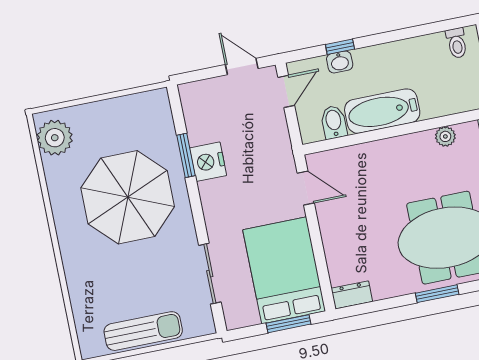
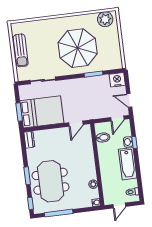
door: (242, 67) -> (129, 100), swing flipped
door: (286, 91) -> (117, 118), hinge flipped
bathtub: (382, 111) -> (128, 164), moved, turned 180
nightstand: (208, 162) -> (117, 80), moved

